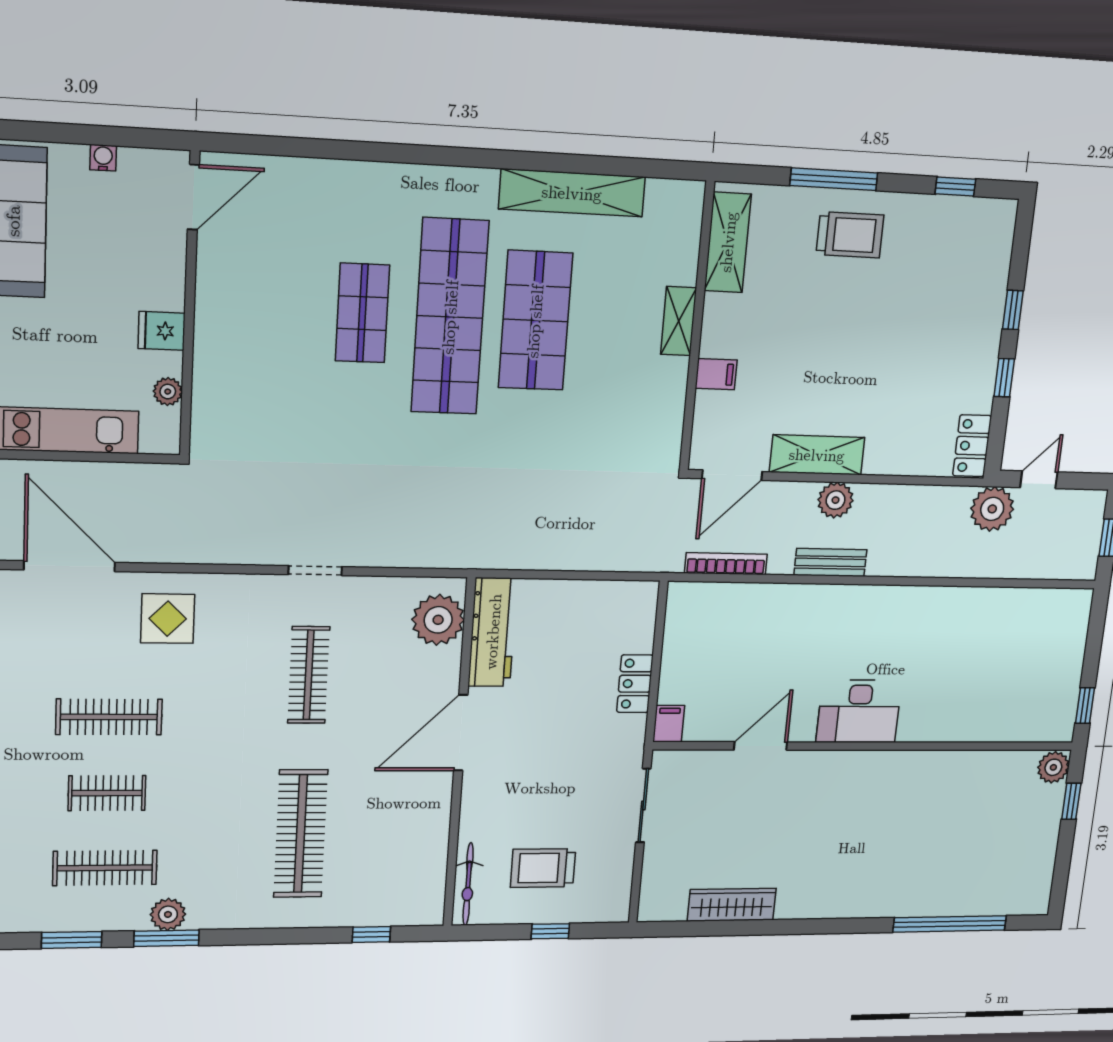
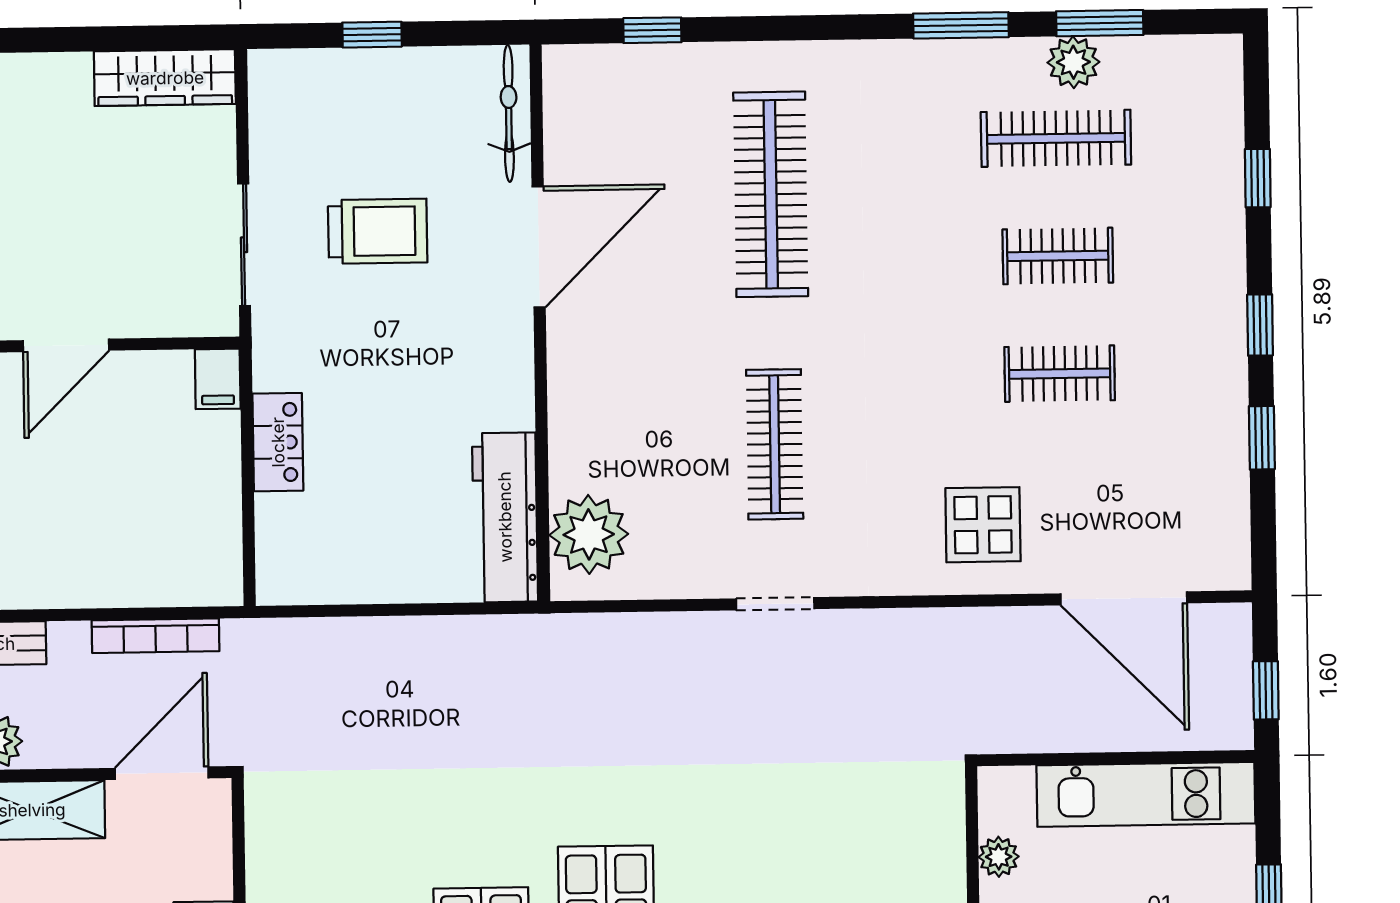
clothes rail: (109, 717) -> (1060, 374), width x0.73
door: (461, 733) -> (539, 247), moved
trolley: (543, 868) -> (378, 231), moved
wardrobe: (732, 905) -> (165, 78), moved
plant: (168, 914) -> (1073, 62), moved

